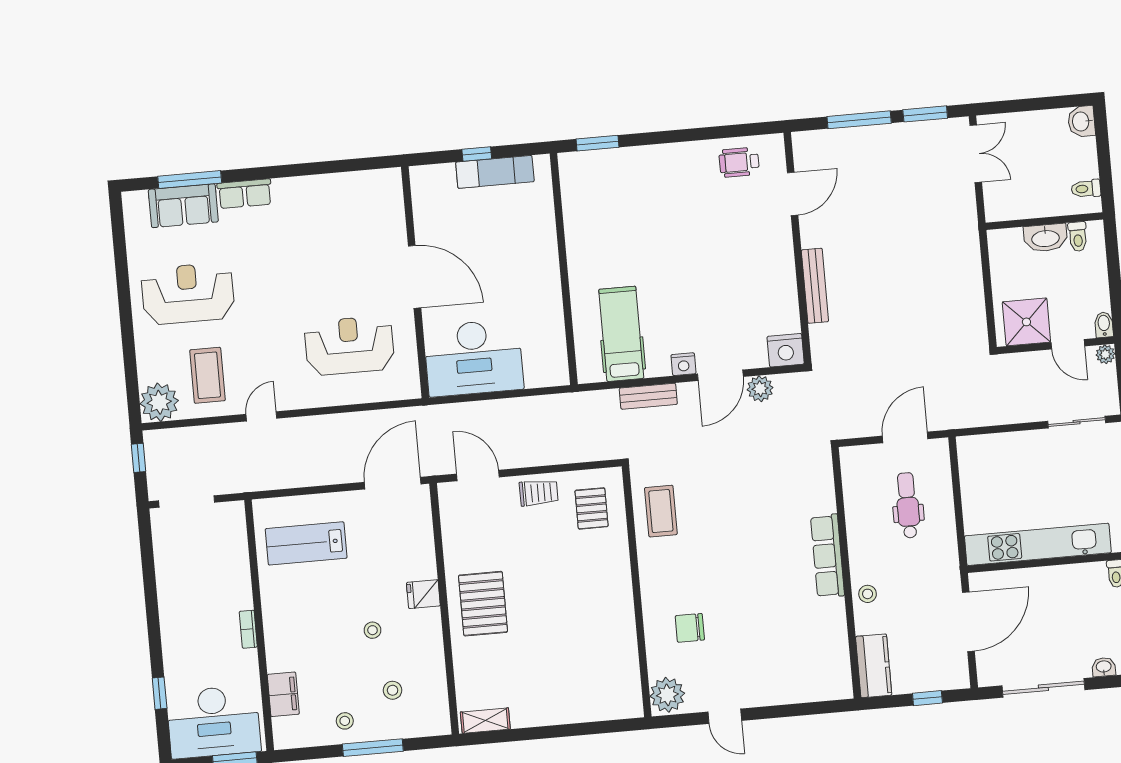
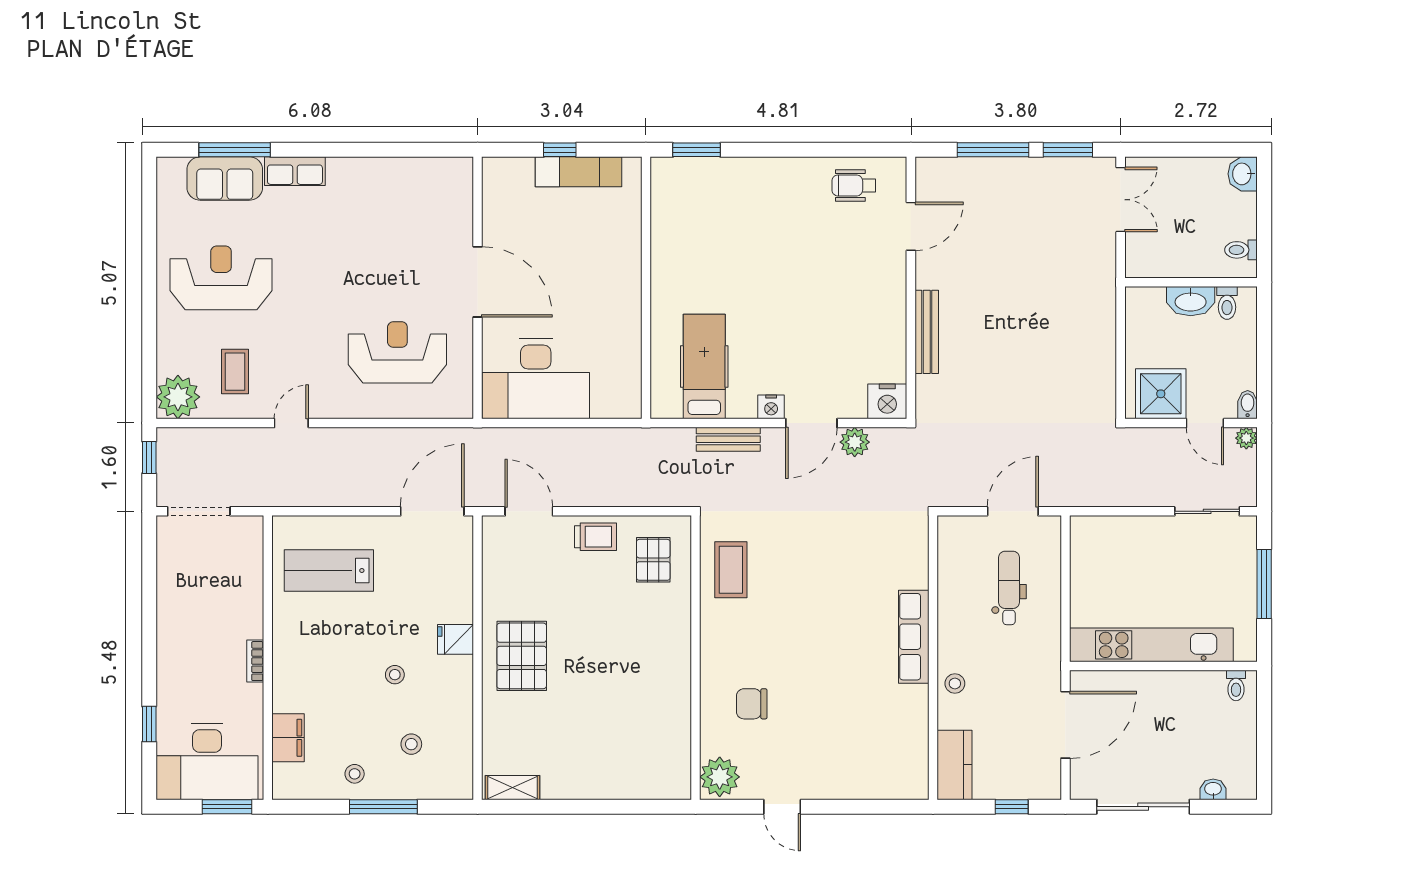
coffee table: (207, 375) -> (235, 372), width x0.73, depth x0.77

